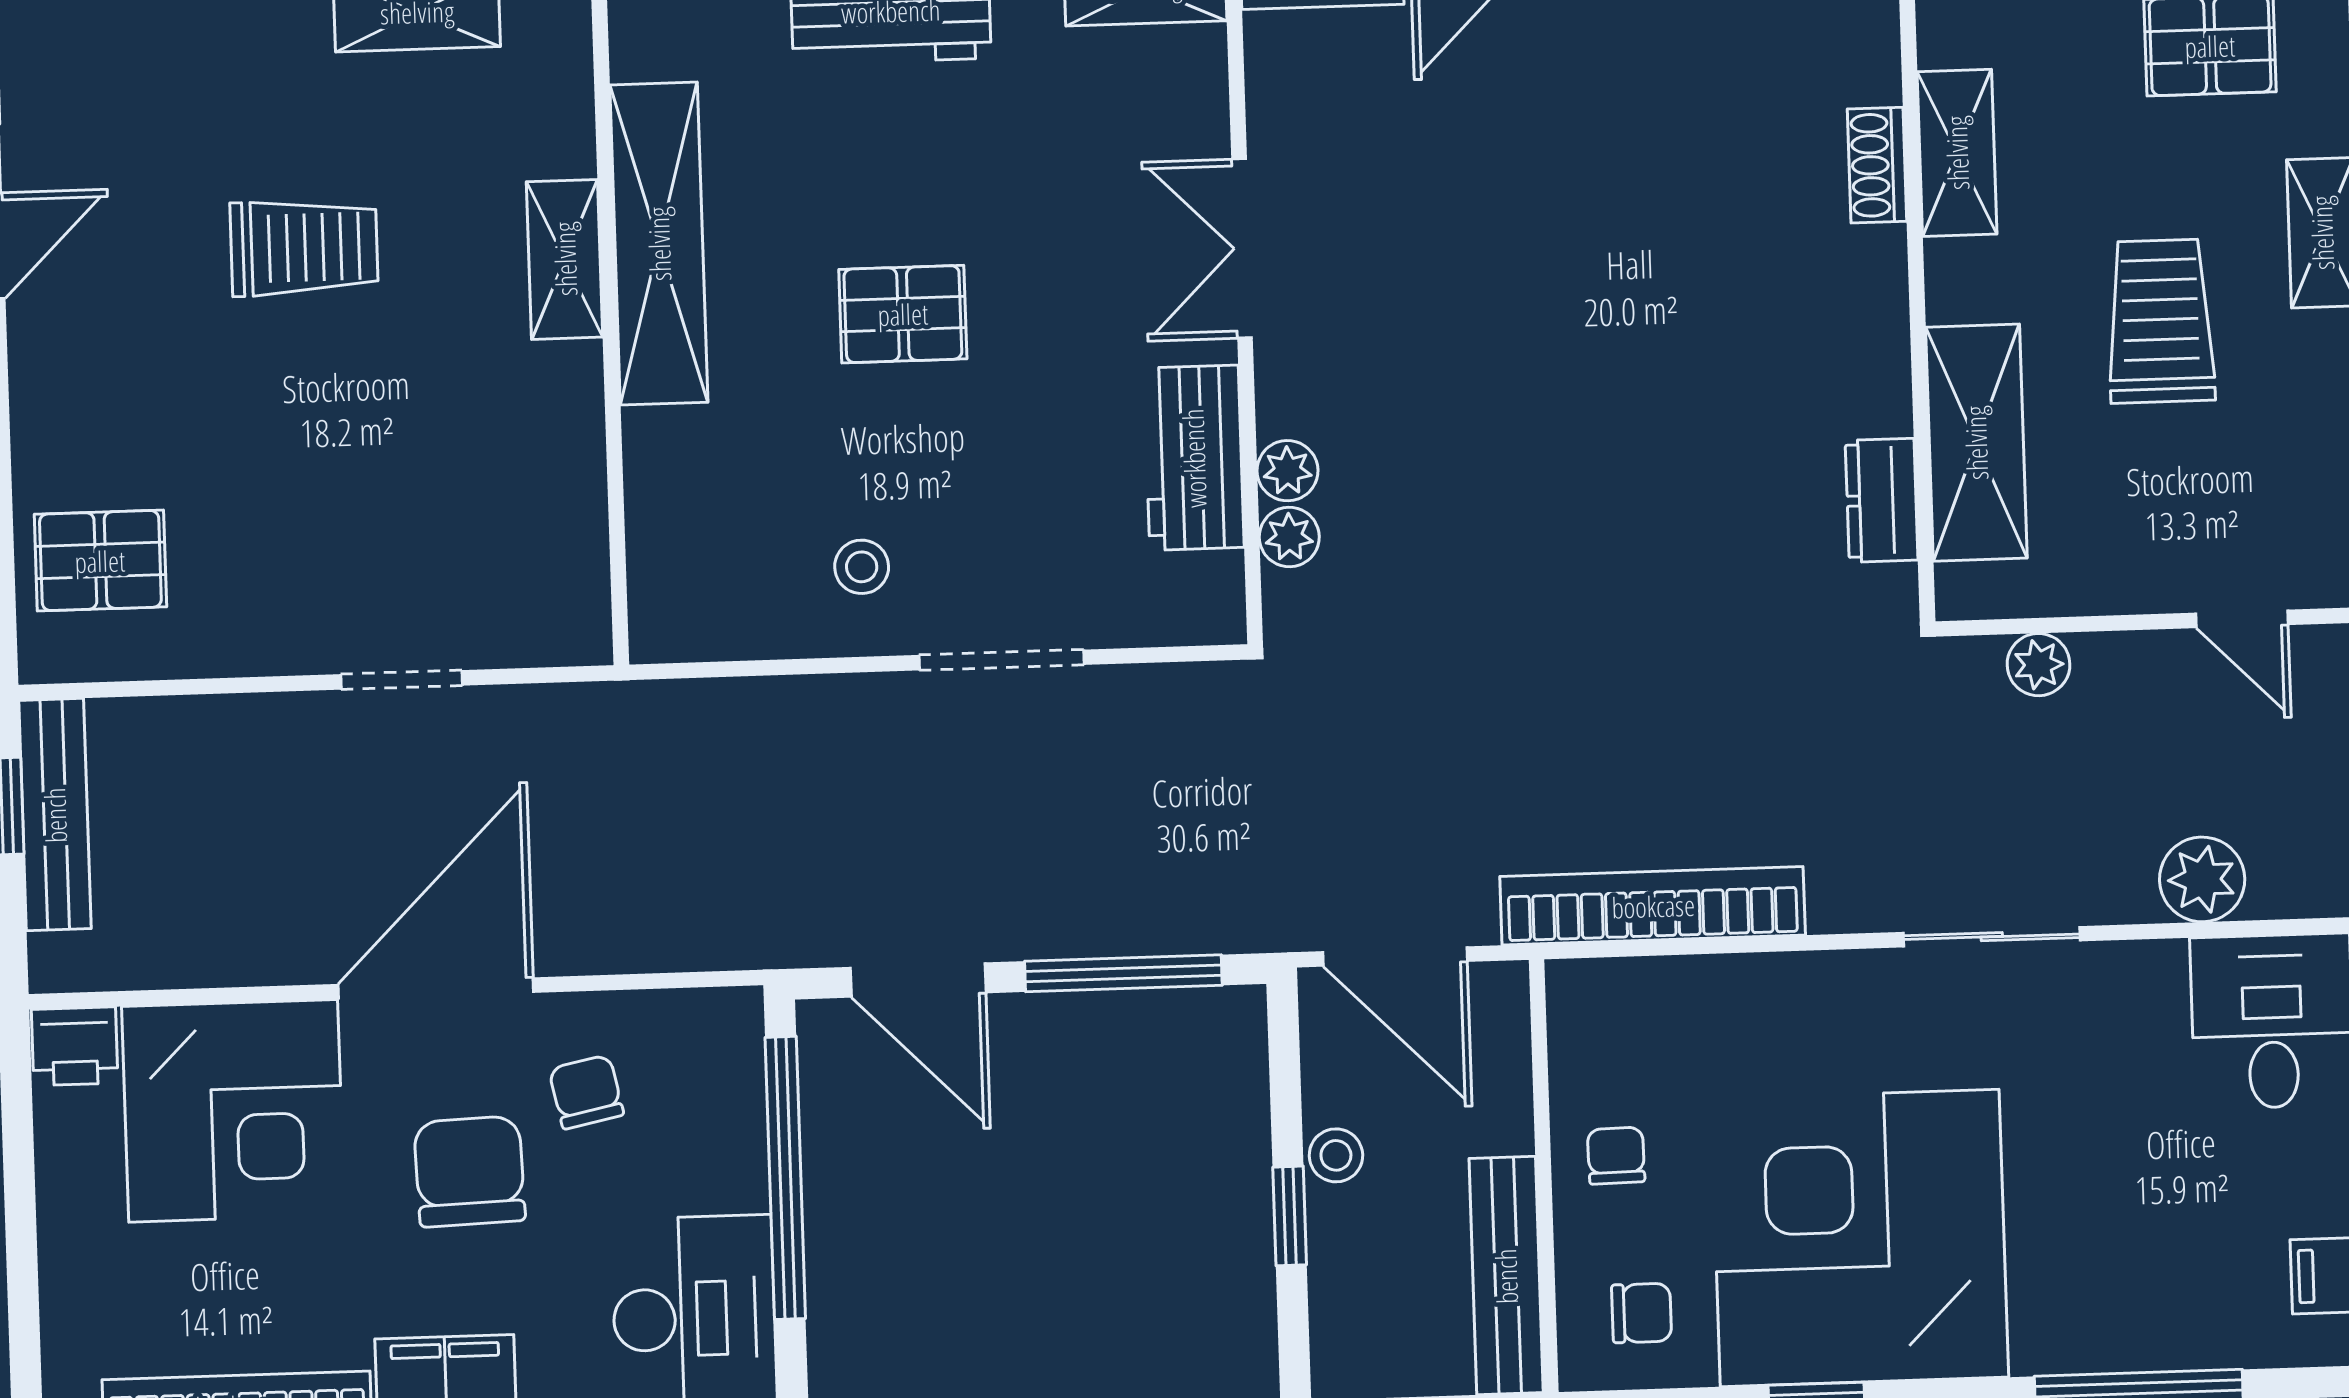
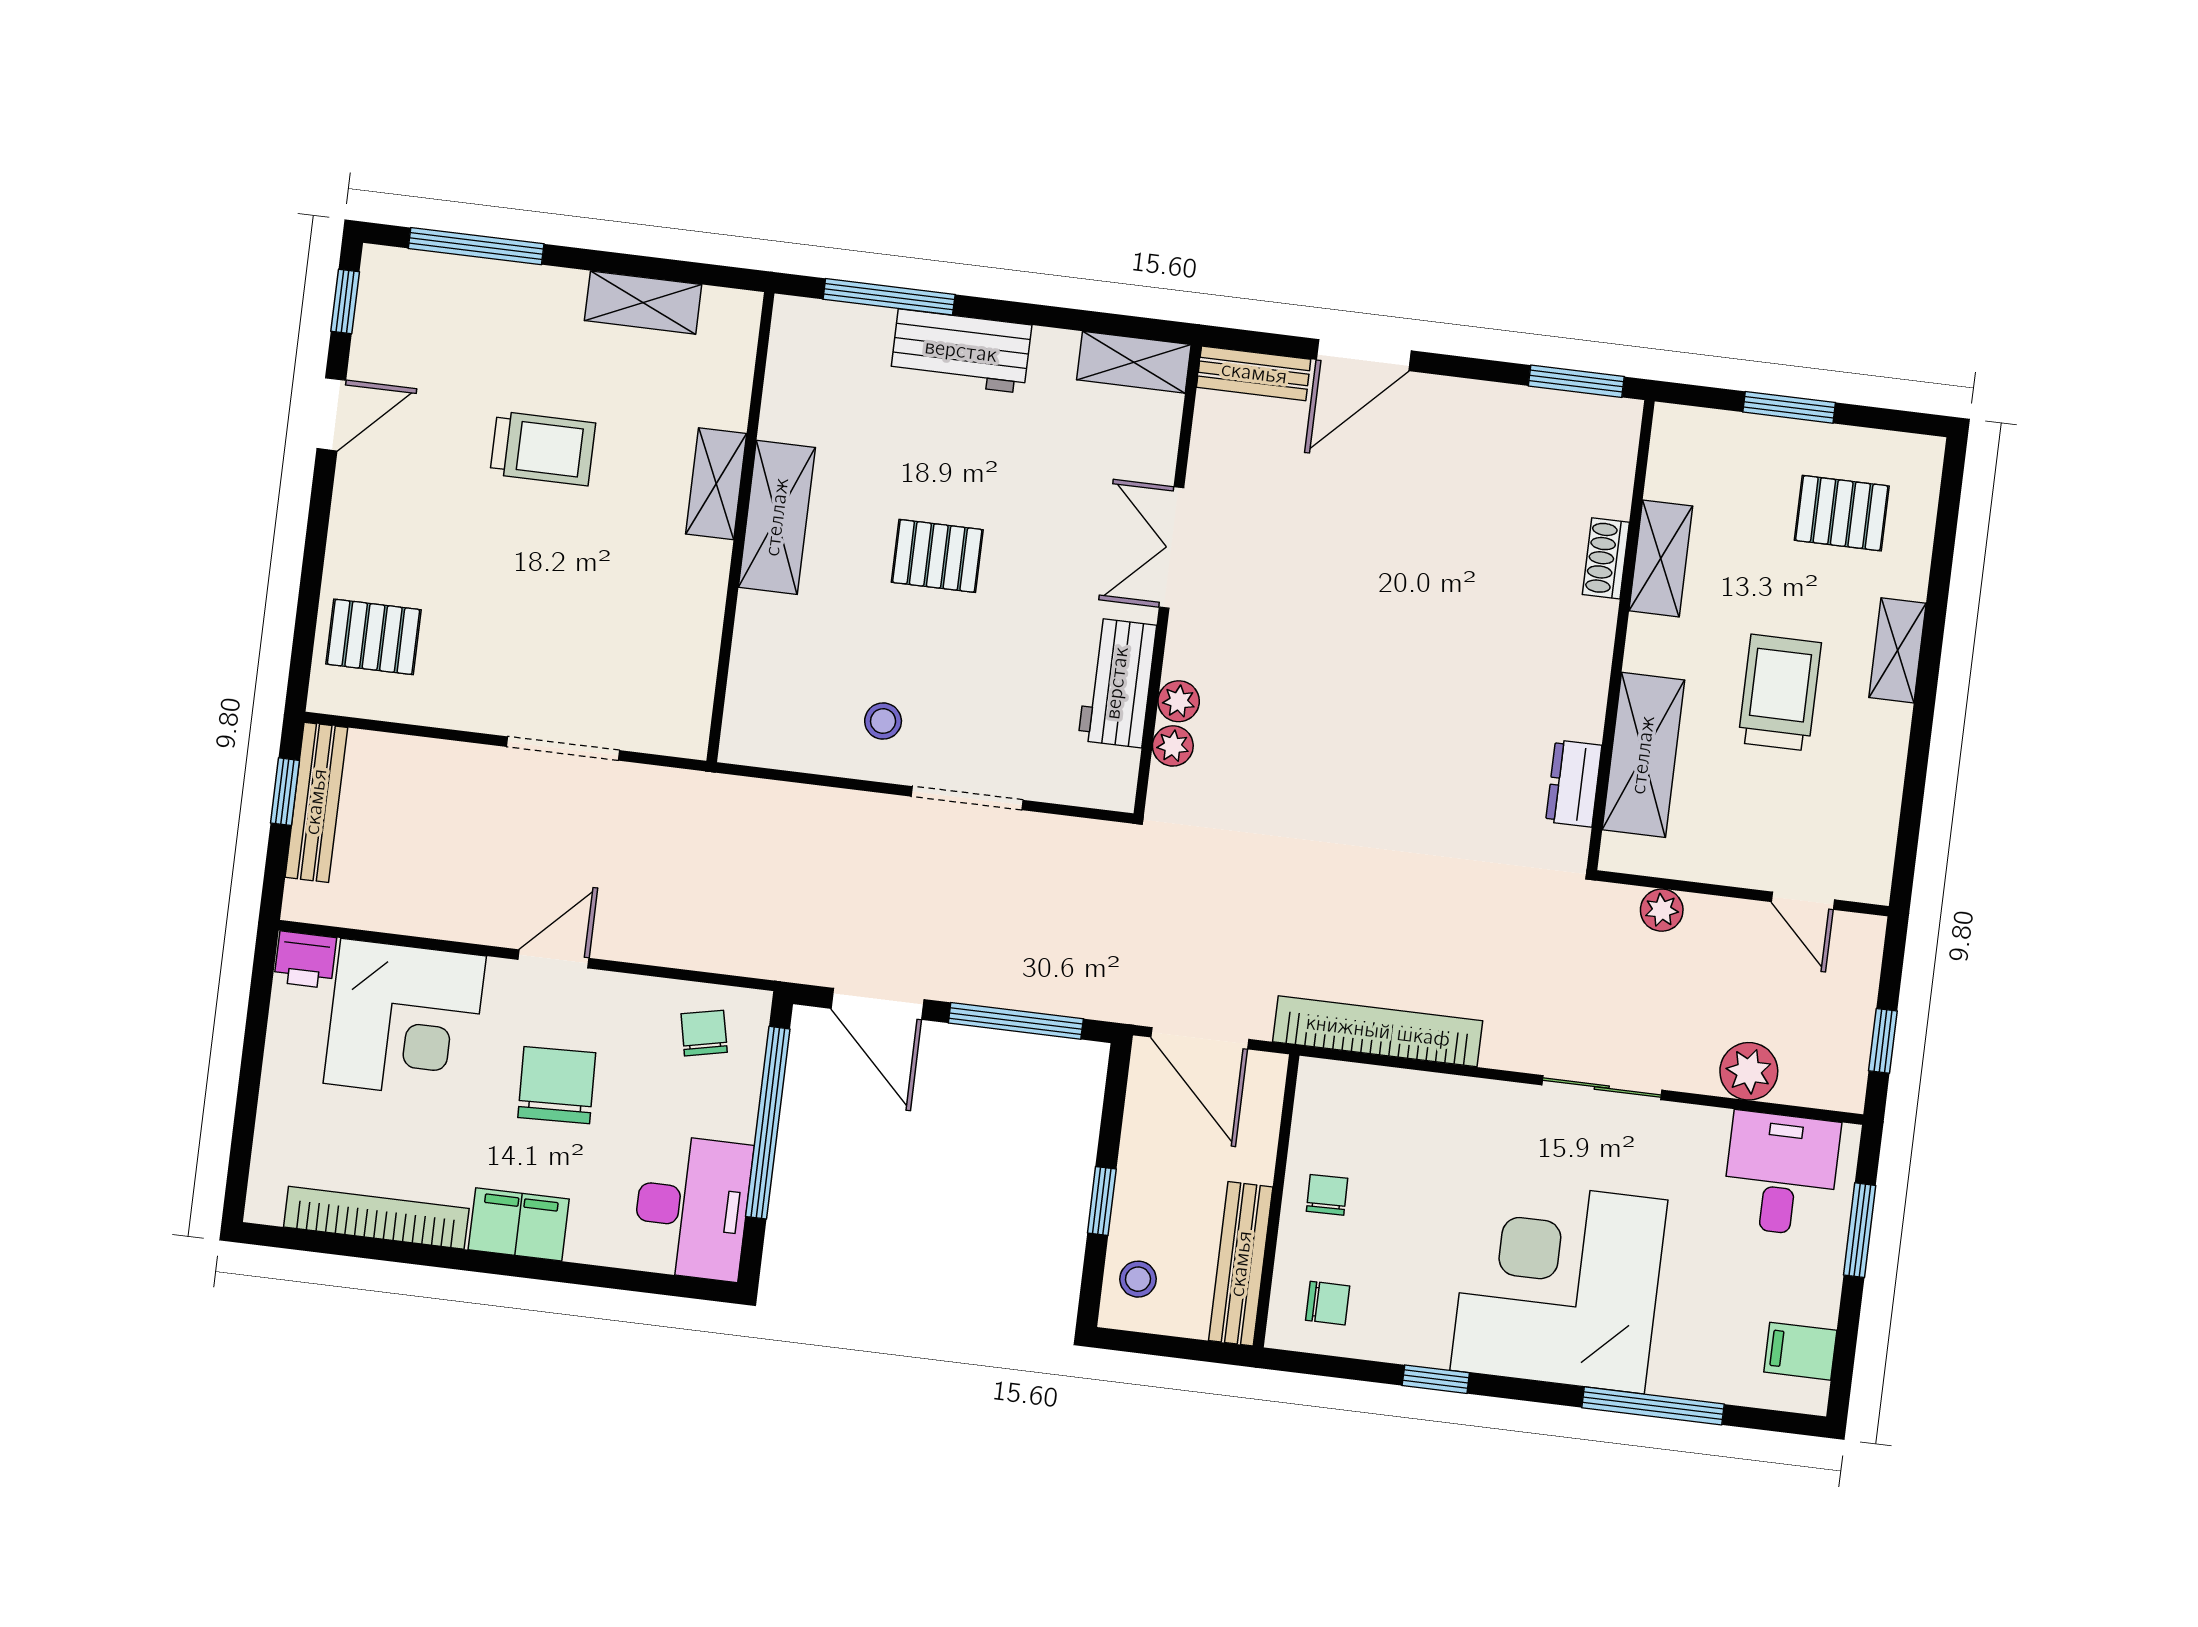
shelving: (659, 244) -> (777, 517), width x0.68
doorway: (402, 680) -> (563, 749), width x1.38
door: (436, 988) -> (553, 959), width x0.53
chair: (586, 1092) -> (704, 1033), moved
stool: (1336, 1155) -> (1138, 1279), moved
corner desk: (1860, 1238) -> (1559, 1285), moved

